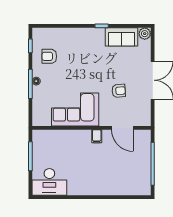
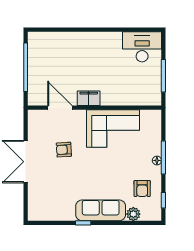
plant: (145, 34) -> (133, 214), moved
sofa: (122, 37) -> (101, 210), moved, width x1.36
armchair: (49, 56) -> (142, 188), turned 90
filing cabinet: (97, 136) -> (89, 98), width x2.00

